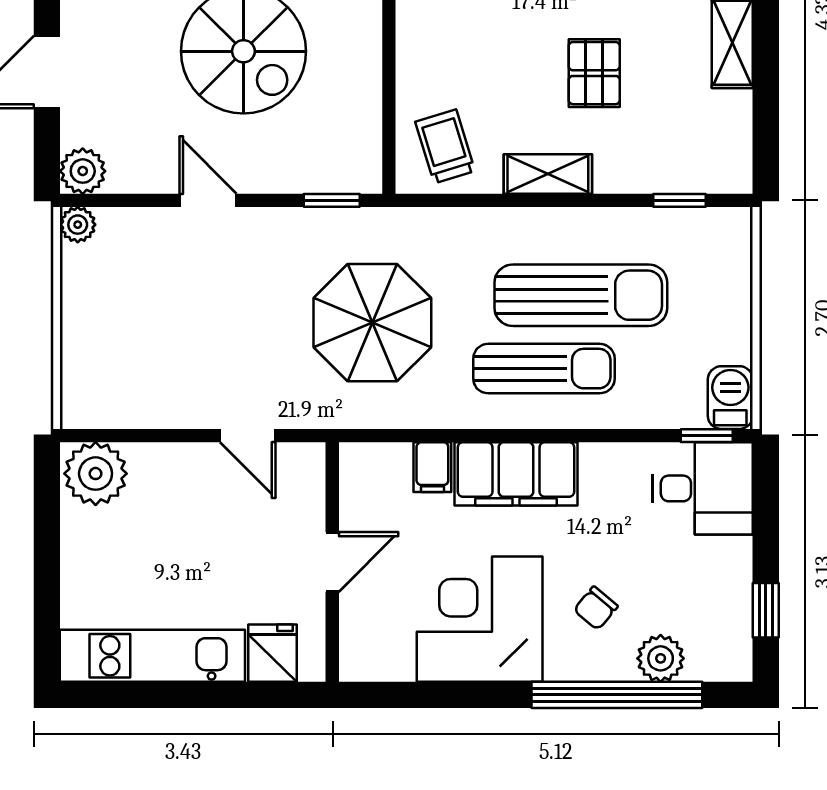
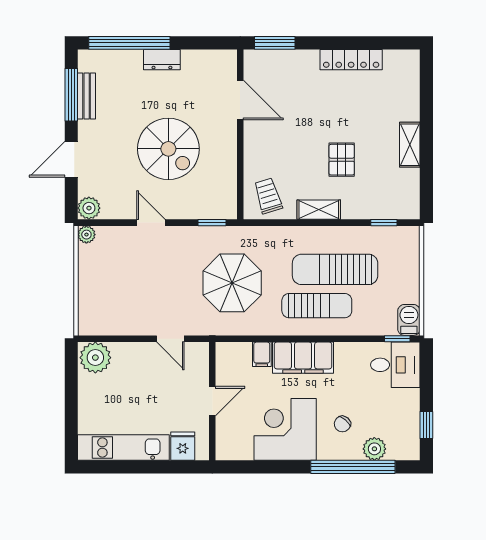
sun lounger: (581, 295) -> (335, 269), turned 180

